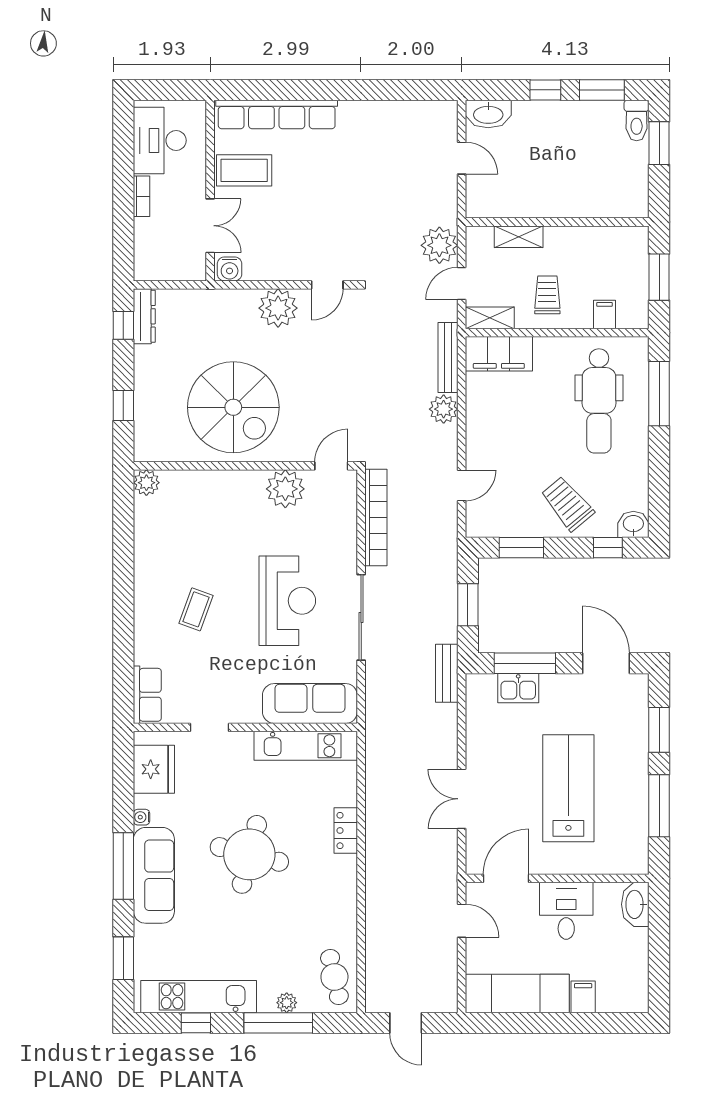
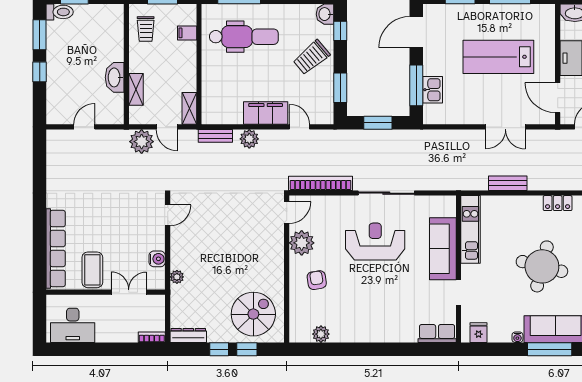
washbasin: (488, 114) -> (115, 77), moved, turned 180
bookcase: (142, 196) -> (152, 337), moved
water cooler: (230, 269) -> (157, 259), moved
door: (327, 285) -> (168, 215), hinge flipped
trolley: (547, 295) -> (146, 29), moved, turned -90
plant: (278, 308) -> (177, 277), moved, width x0.53, depth x0.53
window: (123, 325) -> (219, 349), moved
filing cabinet: (499, 354) -> (266, 113), moved, turned -90
bench: (448, 358) -> (215, 136), width x0.73
spiral stairs: (233, 407) -> (253, 314), moved, width x0.73, depth x0.73
door: (331, 466) -> (287, 213), swing flipped
plant: (146, 483) -> (321, 334), moved
armchair: (229, 512) -> (317, 280), added
coffee table: (196, 609) -> (381, 301), removed
bench: (447, 673) -> (508, 183), moved
sofa: (310, 704) -> (443, 249), moved
fridge: (154, 769) -> (479, 333), width x0.53, depth x0.75
locker: (346, 830) -> (558, 203), moved

